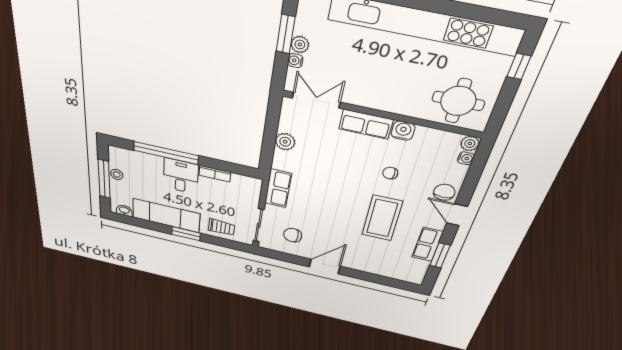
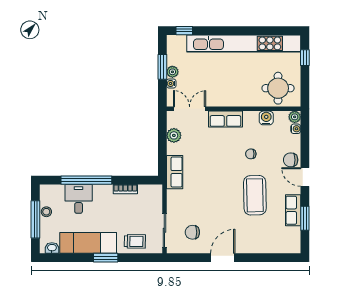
water cooler: (403, 131) -> (266, 118), moved
plant: (285, 142) -> (174, 135), moved
desk: (181, 176) -> (79, 199), moved
row of seats: (278, 188) -> (175, 172), moved
chair: (444, 192) -> (291, 160), turned -90

